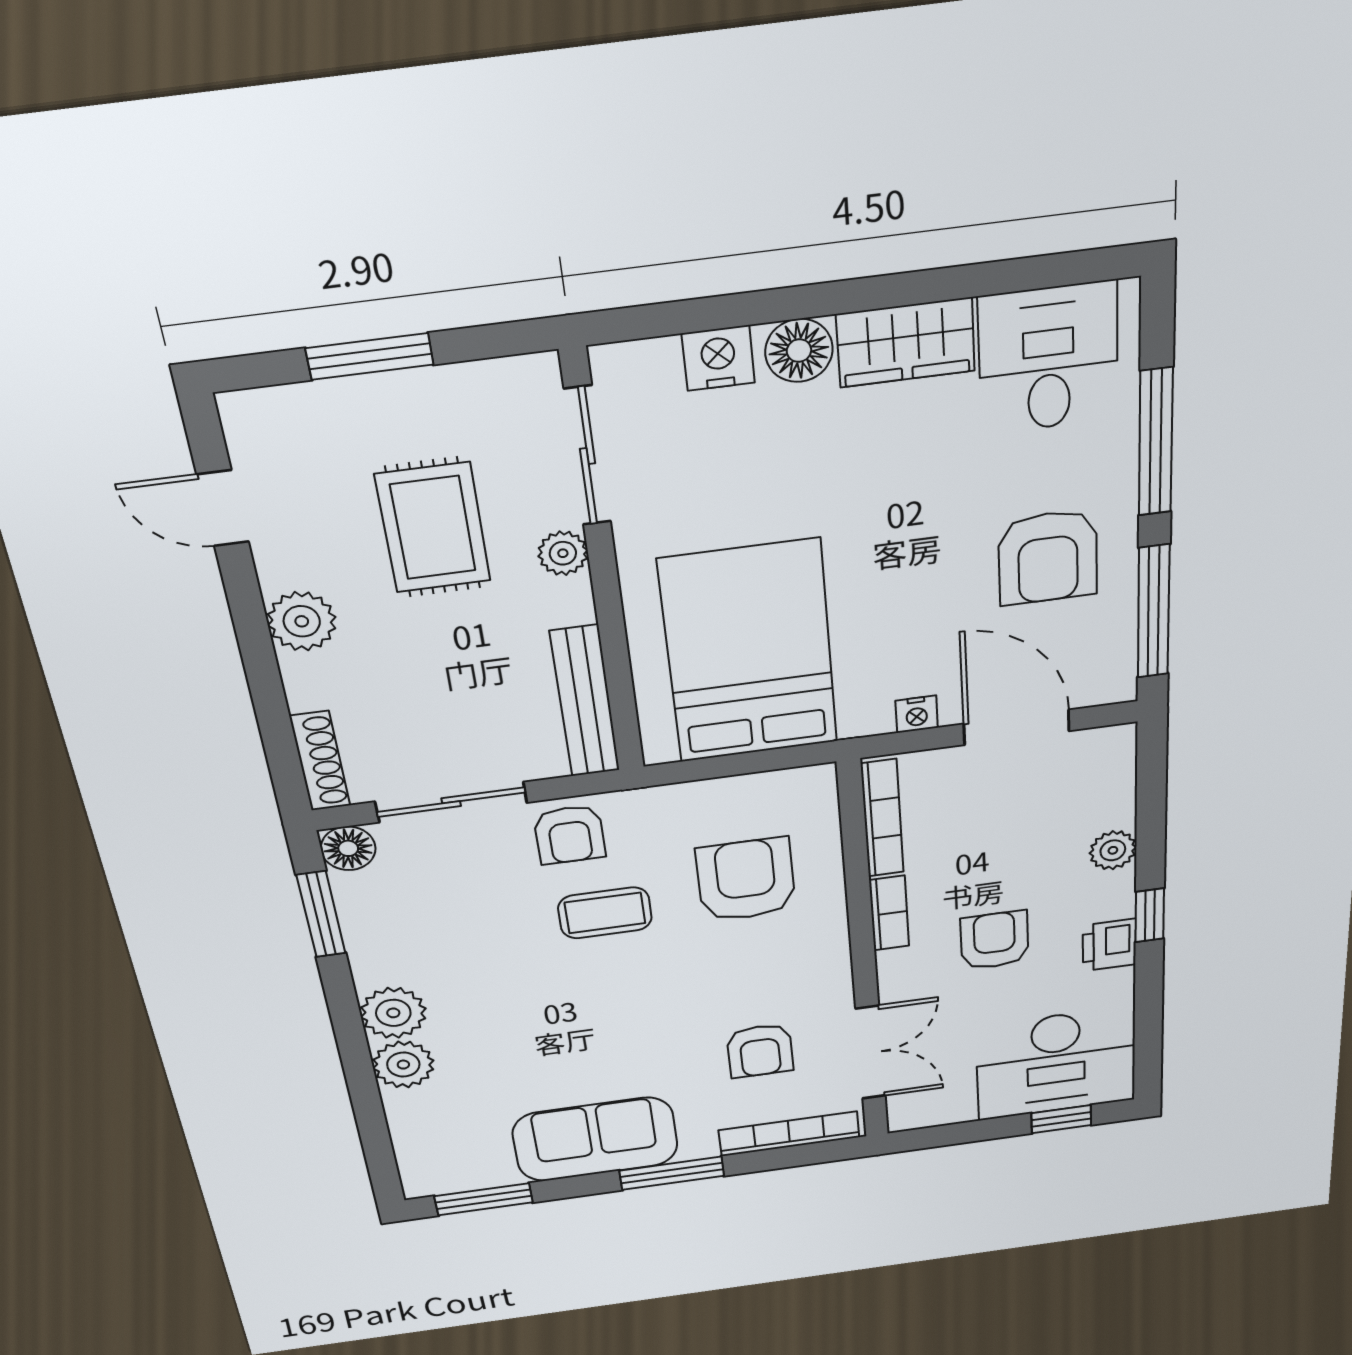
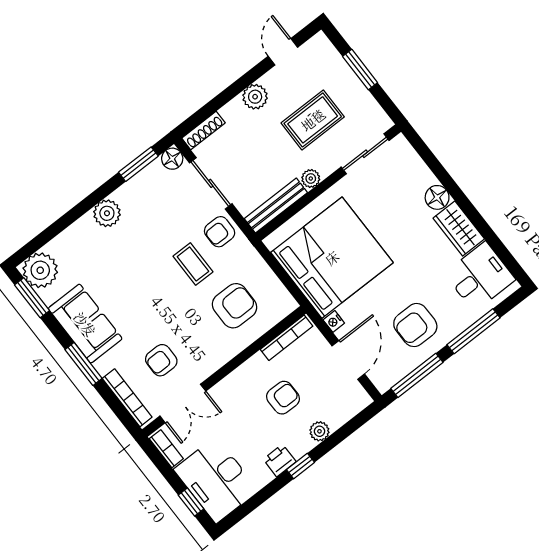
nightstand: (718, 358) -> (420, 174), removed
plant: (563, 553) -> (311, 178), moved
bed: (749, 652) -> (332, 258), width x1.36
bookcase: (889, 913) -> (166, 449), moved, turned -90
armchair: (994, 940) -> (283, 398), moved
plant: (403, 1065) -> (40, 270), moved, width x1.36, depth x1.36

